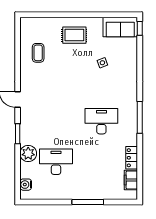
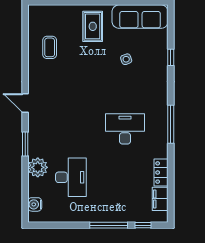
sofa: (120, 27) -> (140, 17), width x1.36
window: (140, 28) -> (171, 57), moved
rug: (74, 35) -> (93, 26), turned 90
desk: (56, 162) -> (71, 177), turned 90
window: (117, 202) -> (143, 225), added

